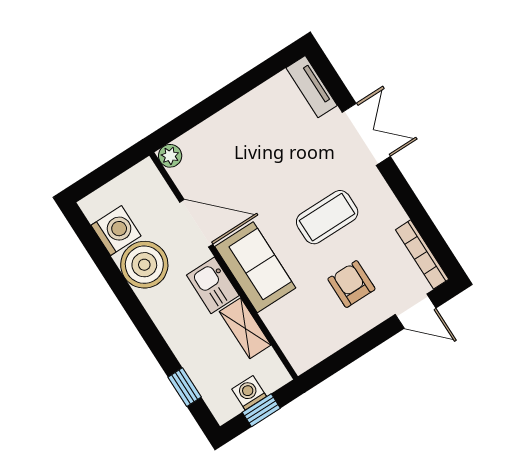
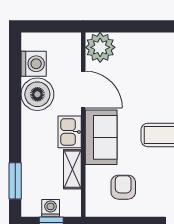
plant: (170, 156) -> (100, 47), width x1.88, depth x1.88
armchair: (351, 284) -> (123, 187), moved
window: (185, 387) -> (15, 181), width x1.50

